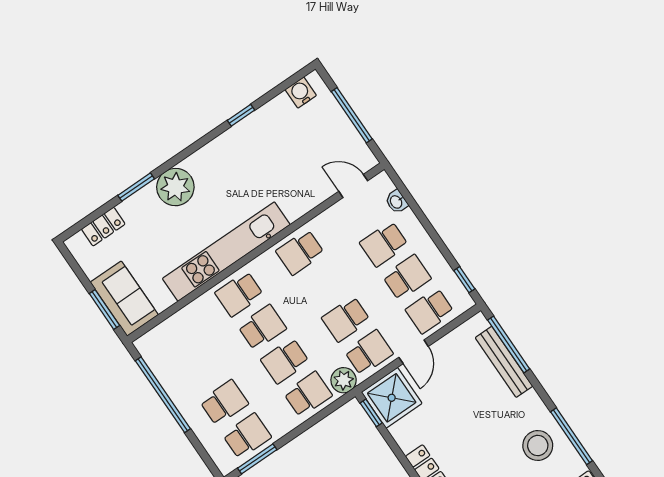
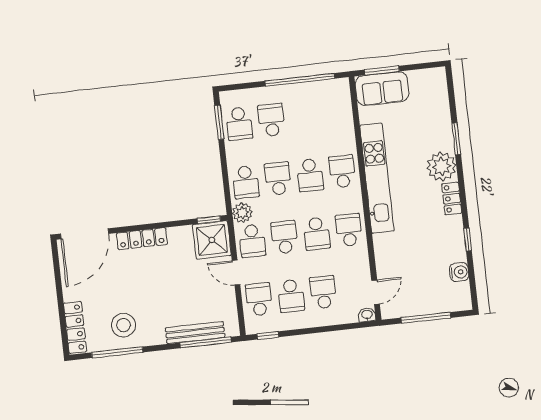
water cooler: (301, 92) -> (459, 272), moved
washbasin: (396, 202) -> (367, 315), moved
locker: (103, 227) -> (452, 199), moved
school desk: (323, 286) -> (317, 234), added
school desk: (224, 403) -> (271, 120), turned 180

